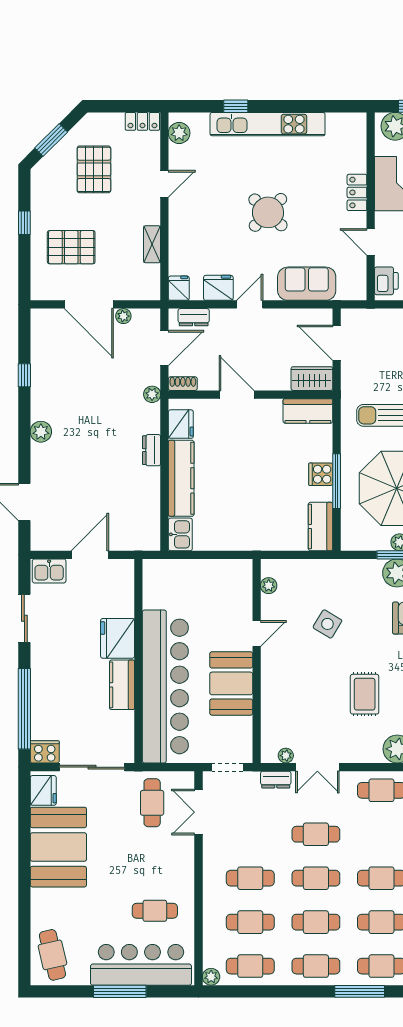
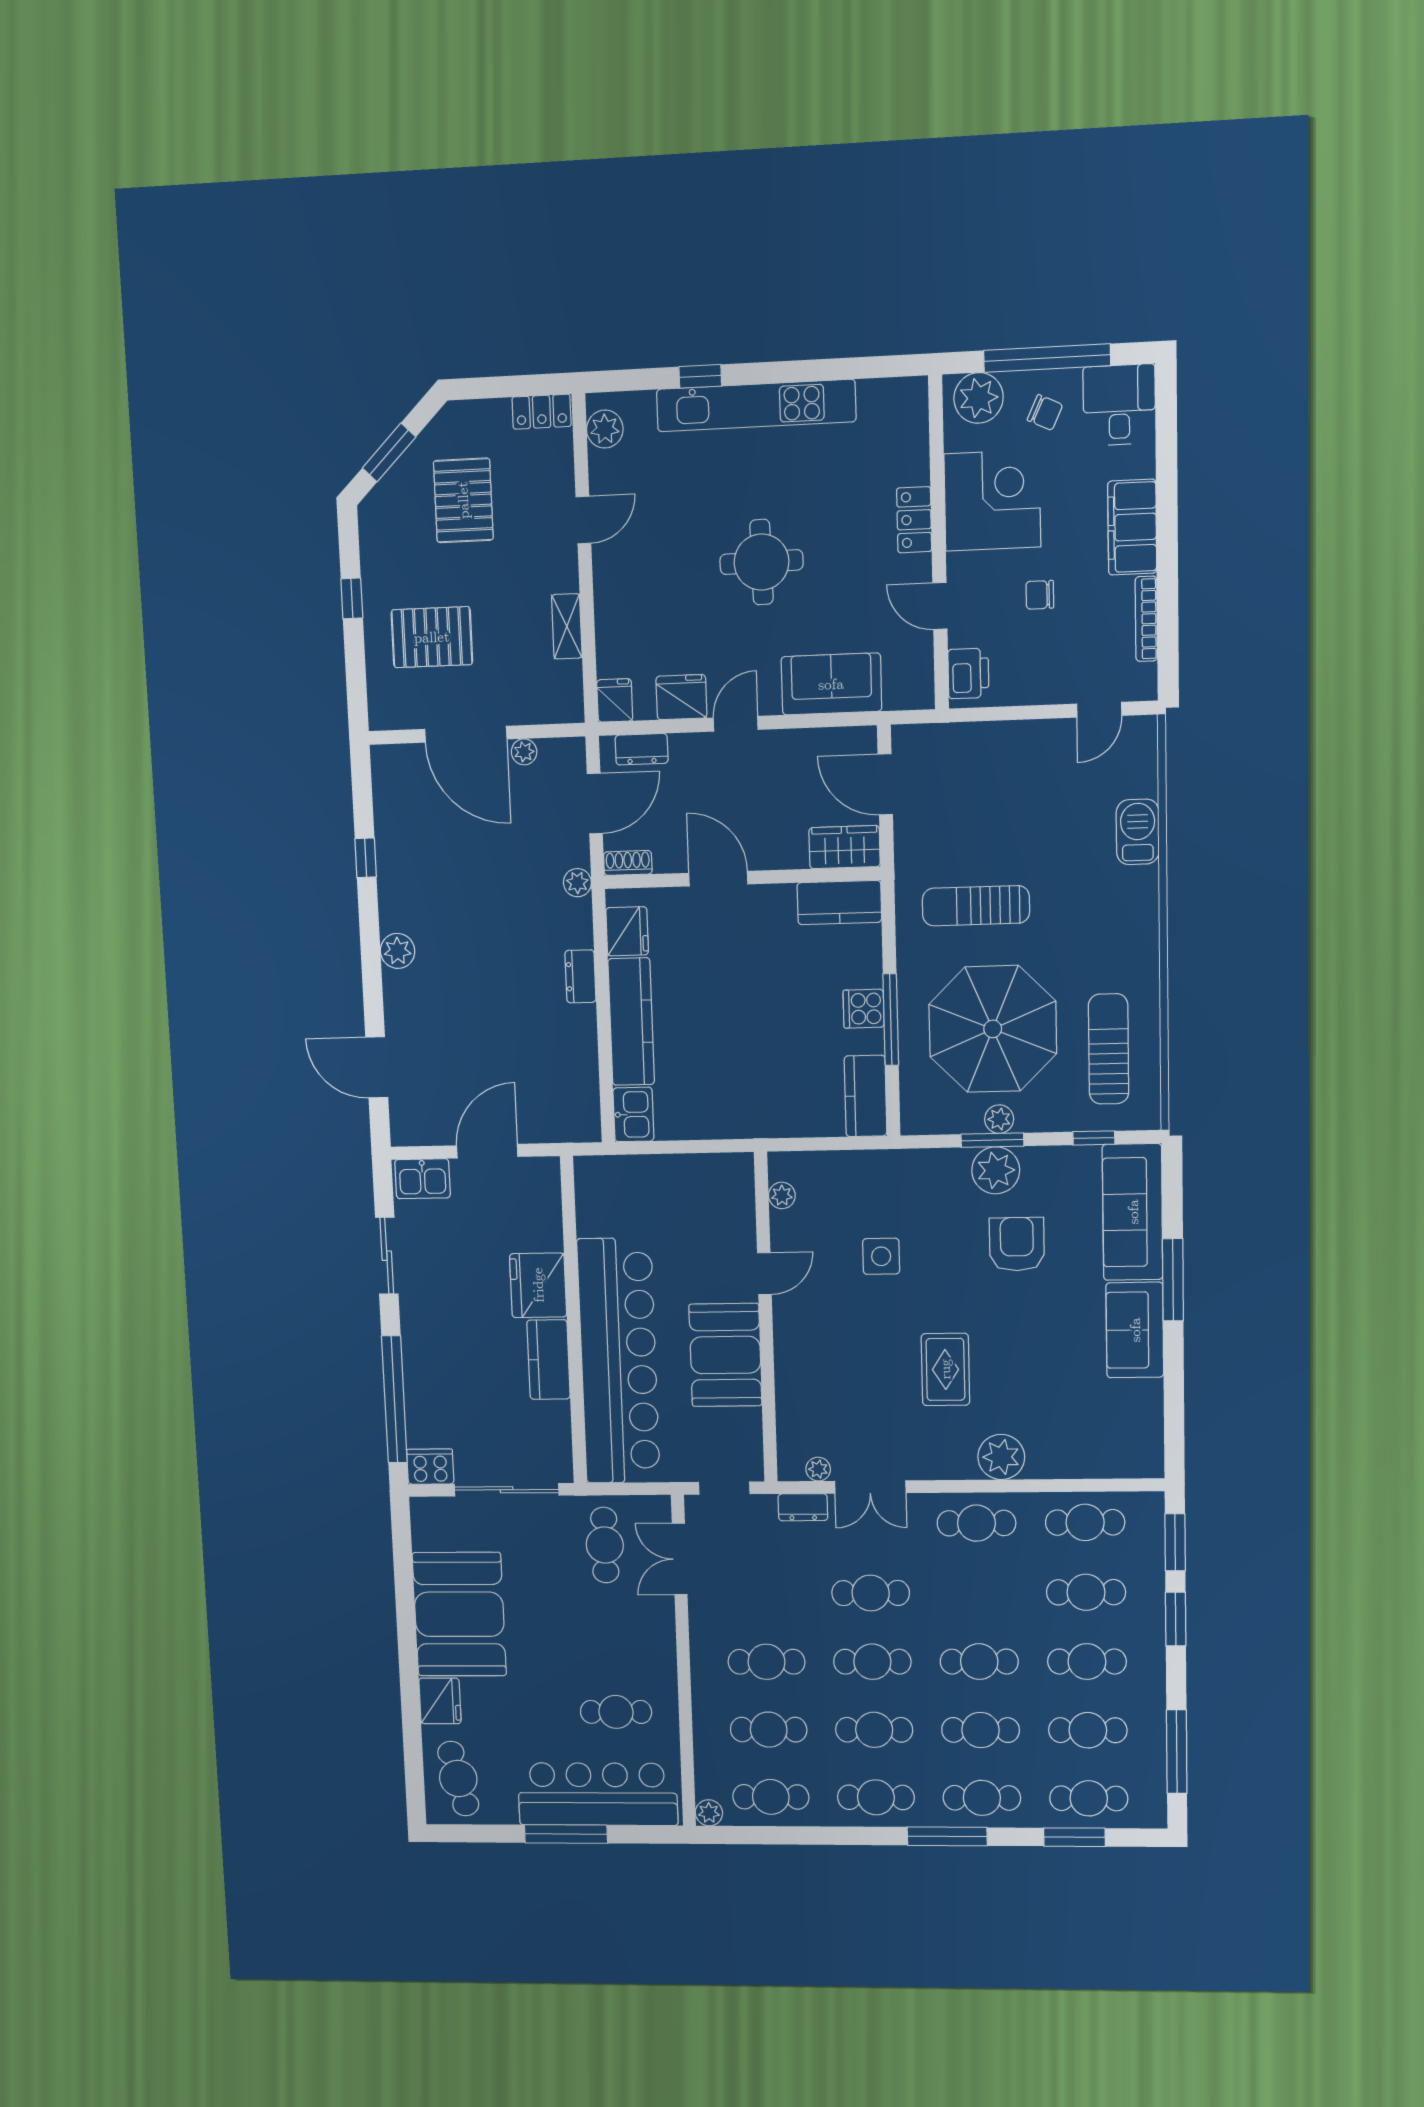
round table: (268, 212) -> (762, 562), turned 45
side table: (327, 624) -> (881, 1256), turned -31
fridge: (43, 790) -> (440, 1701), moved

